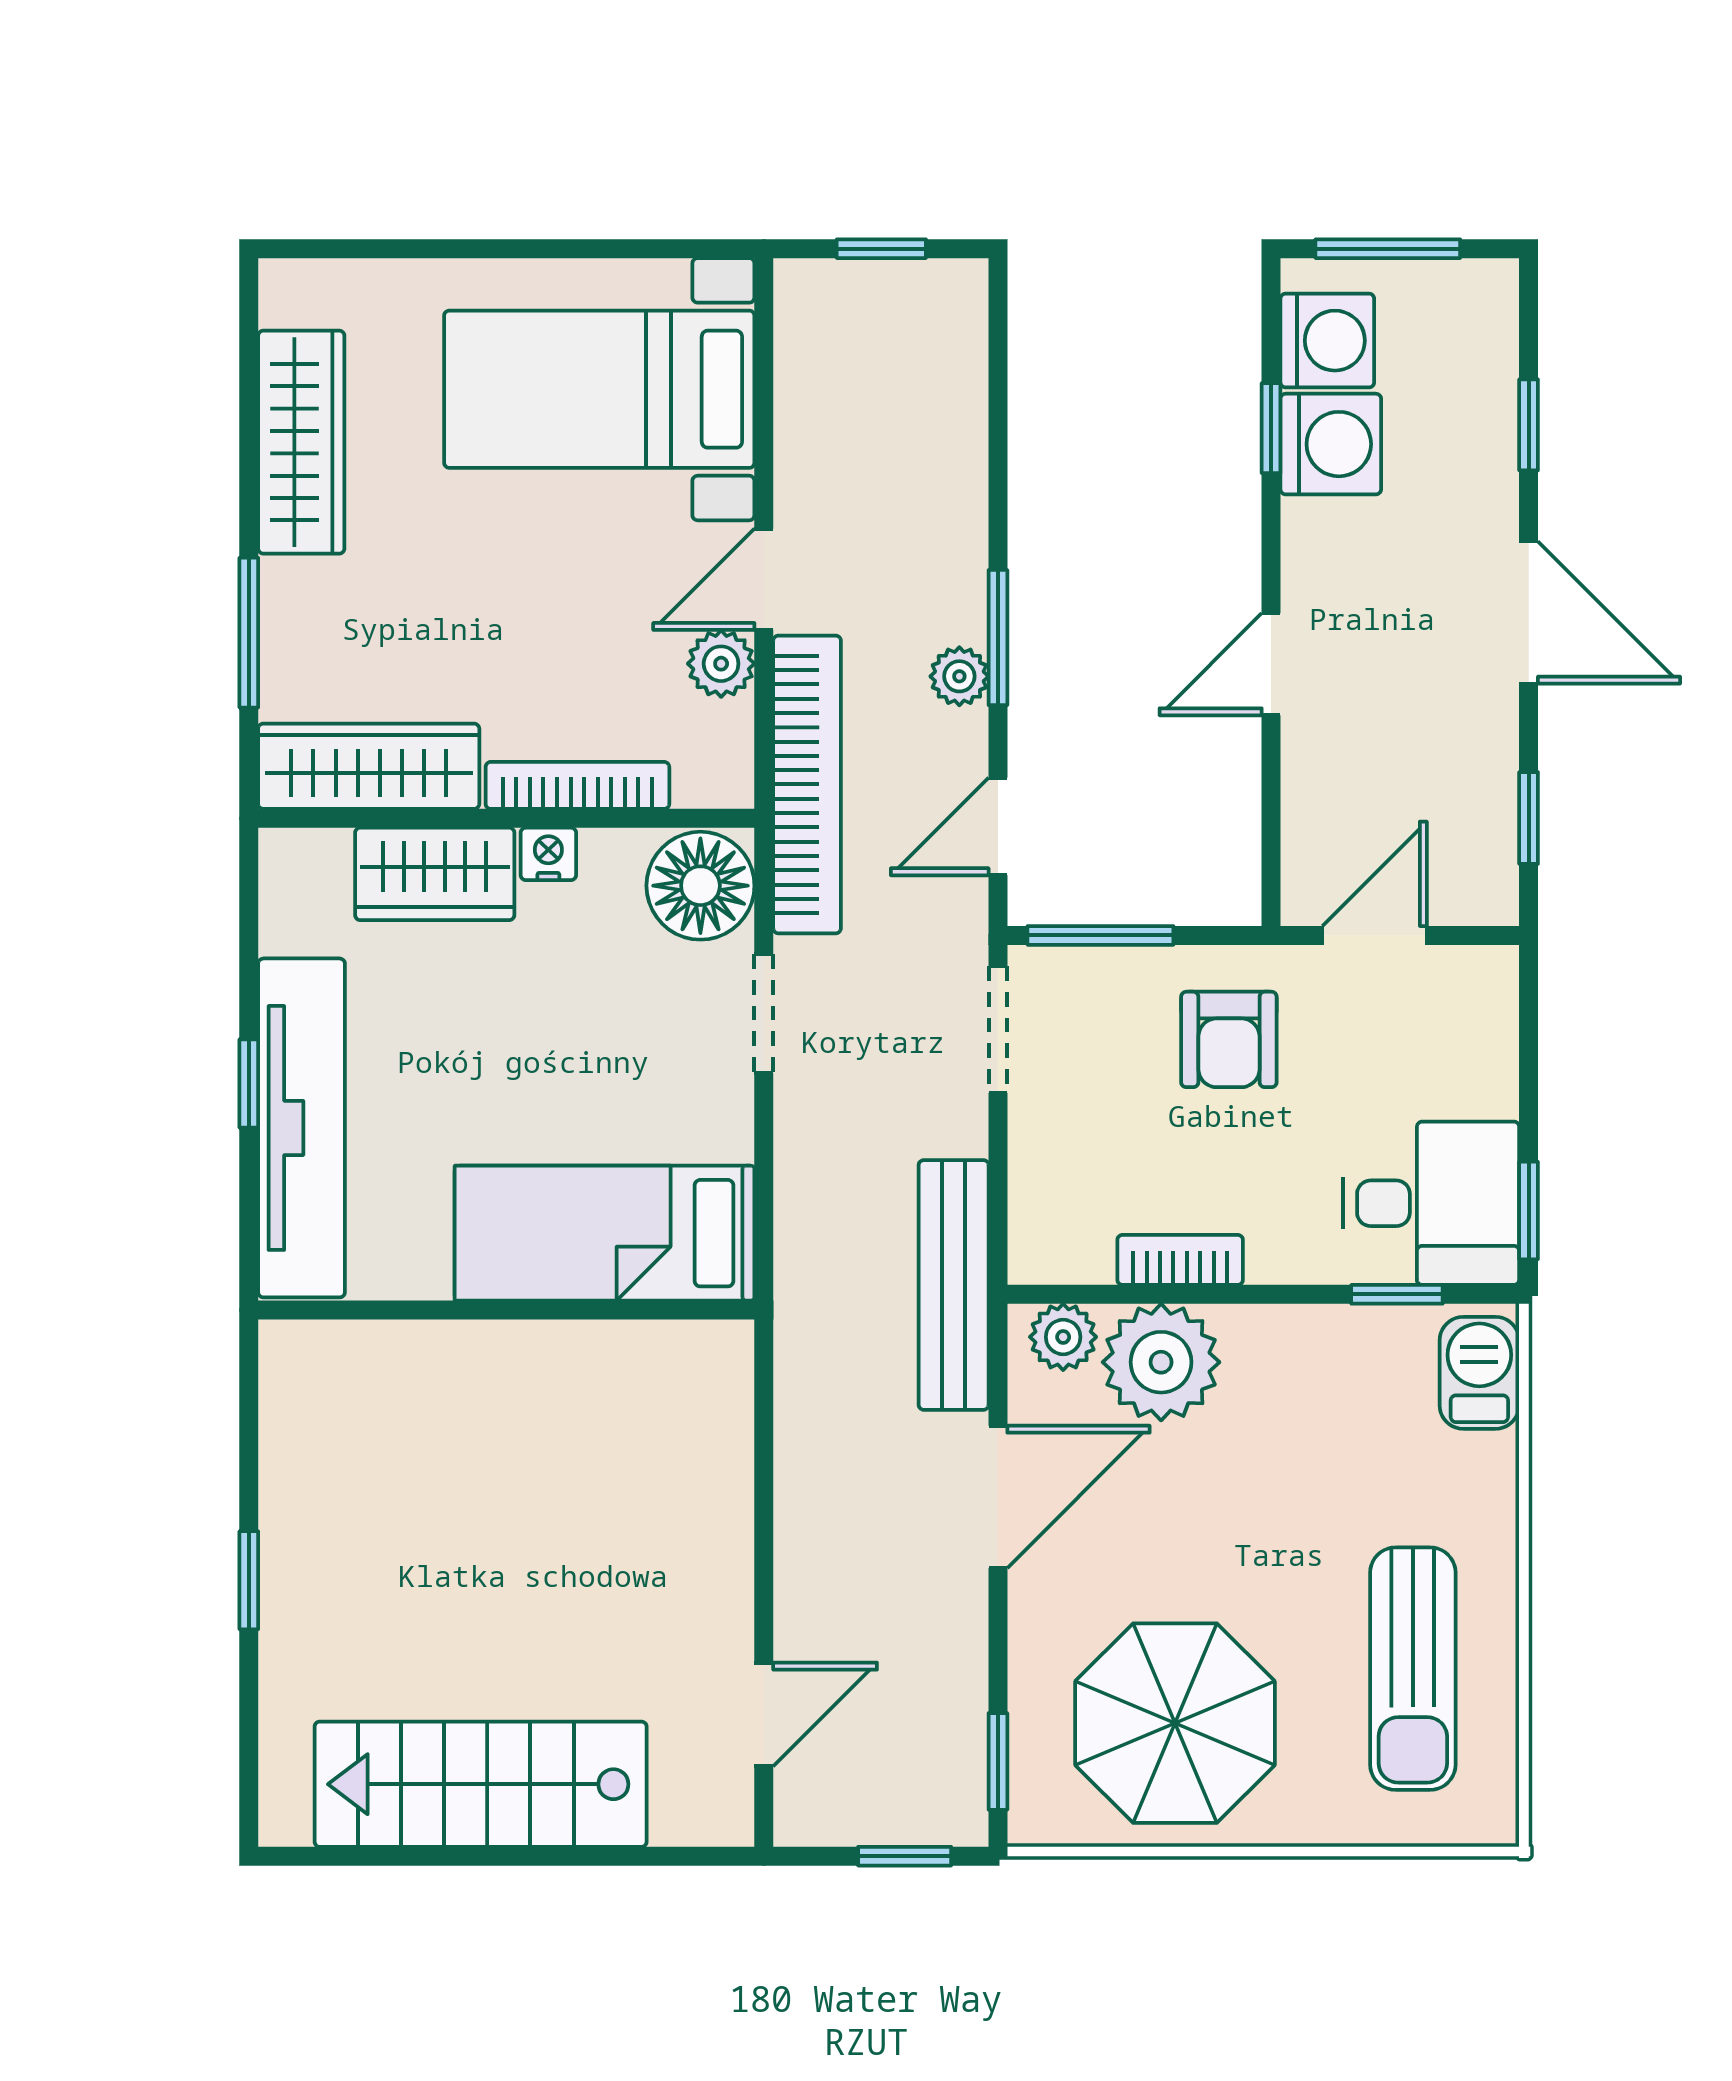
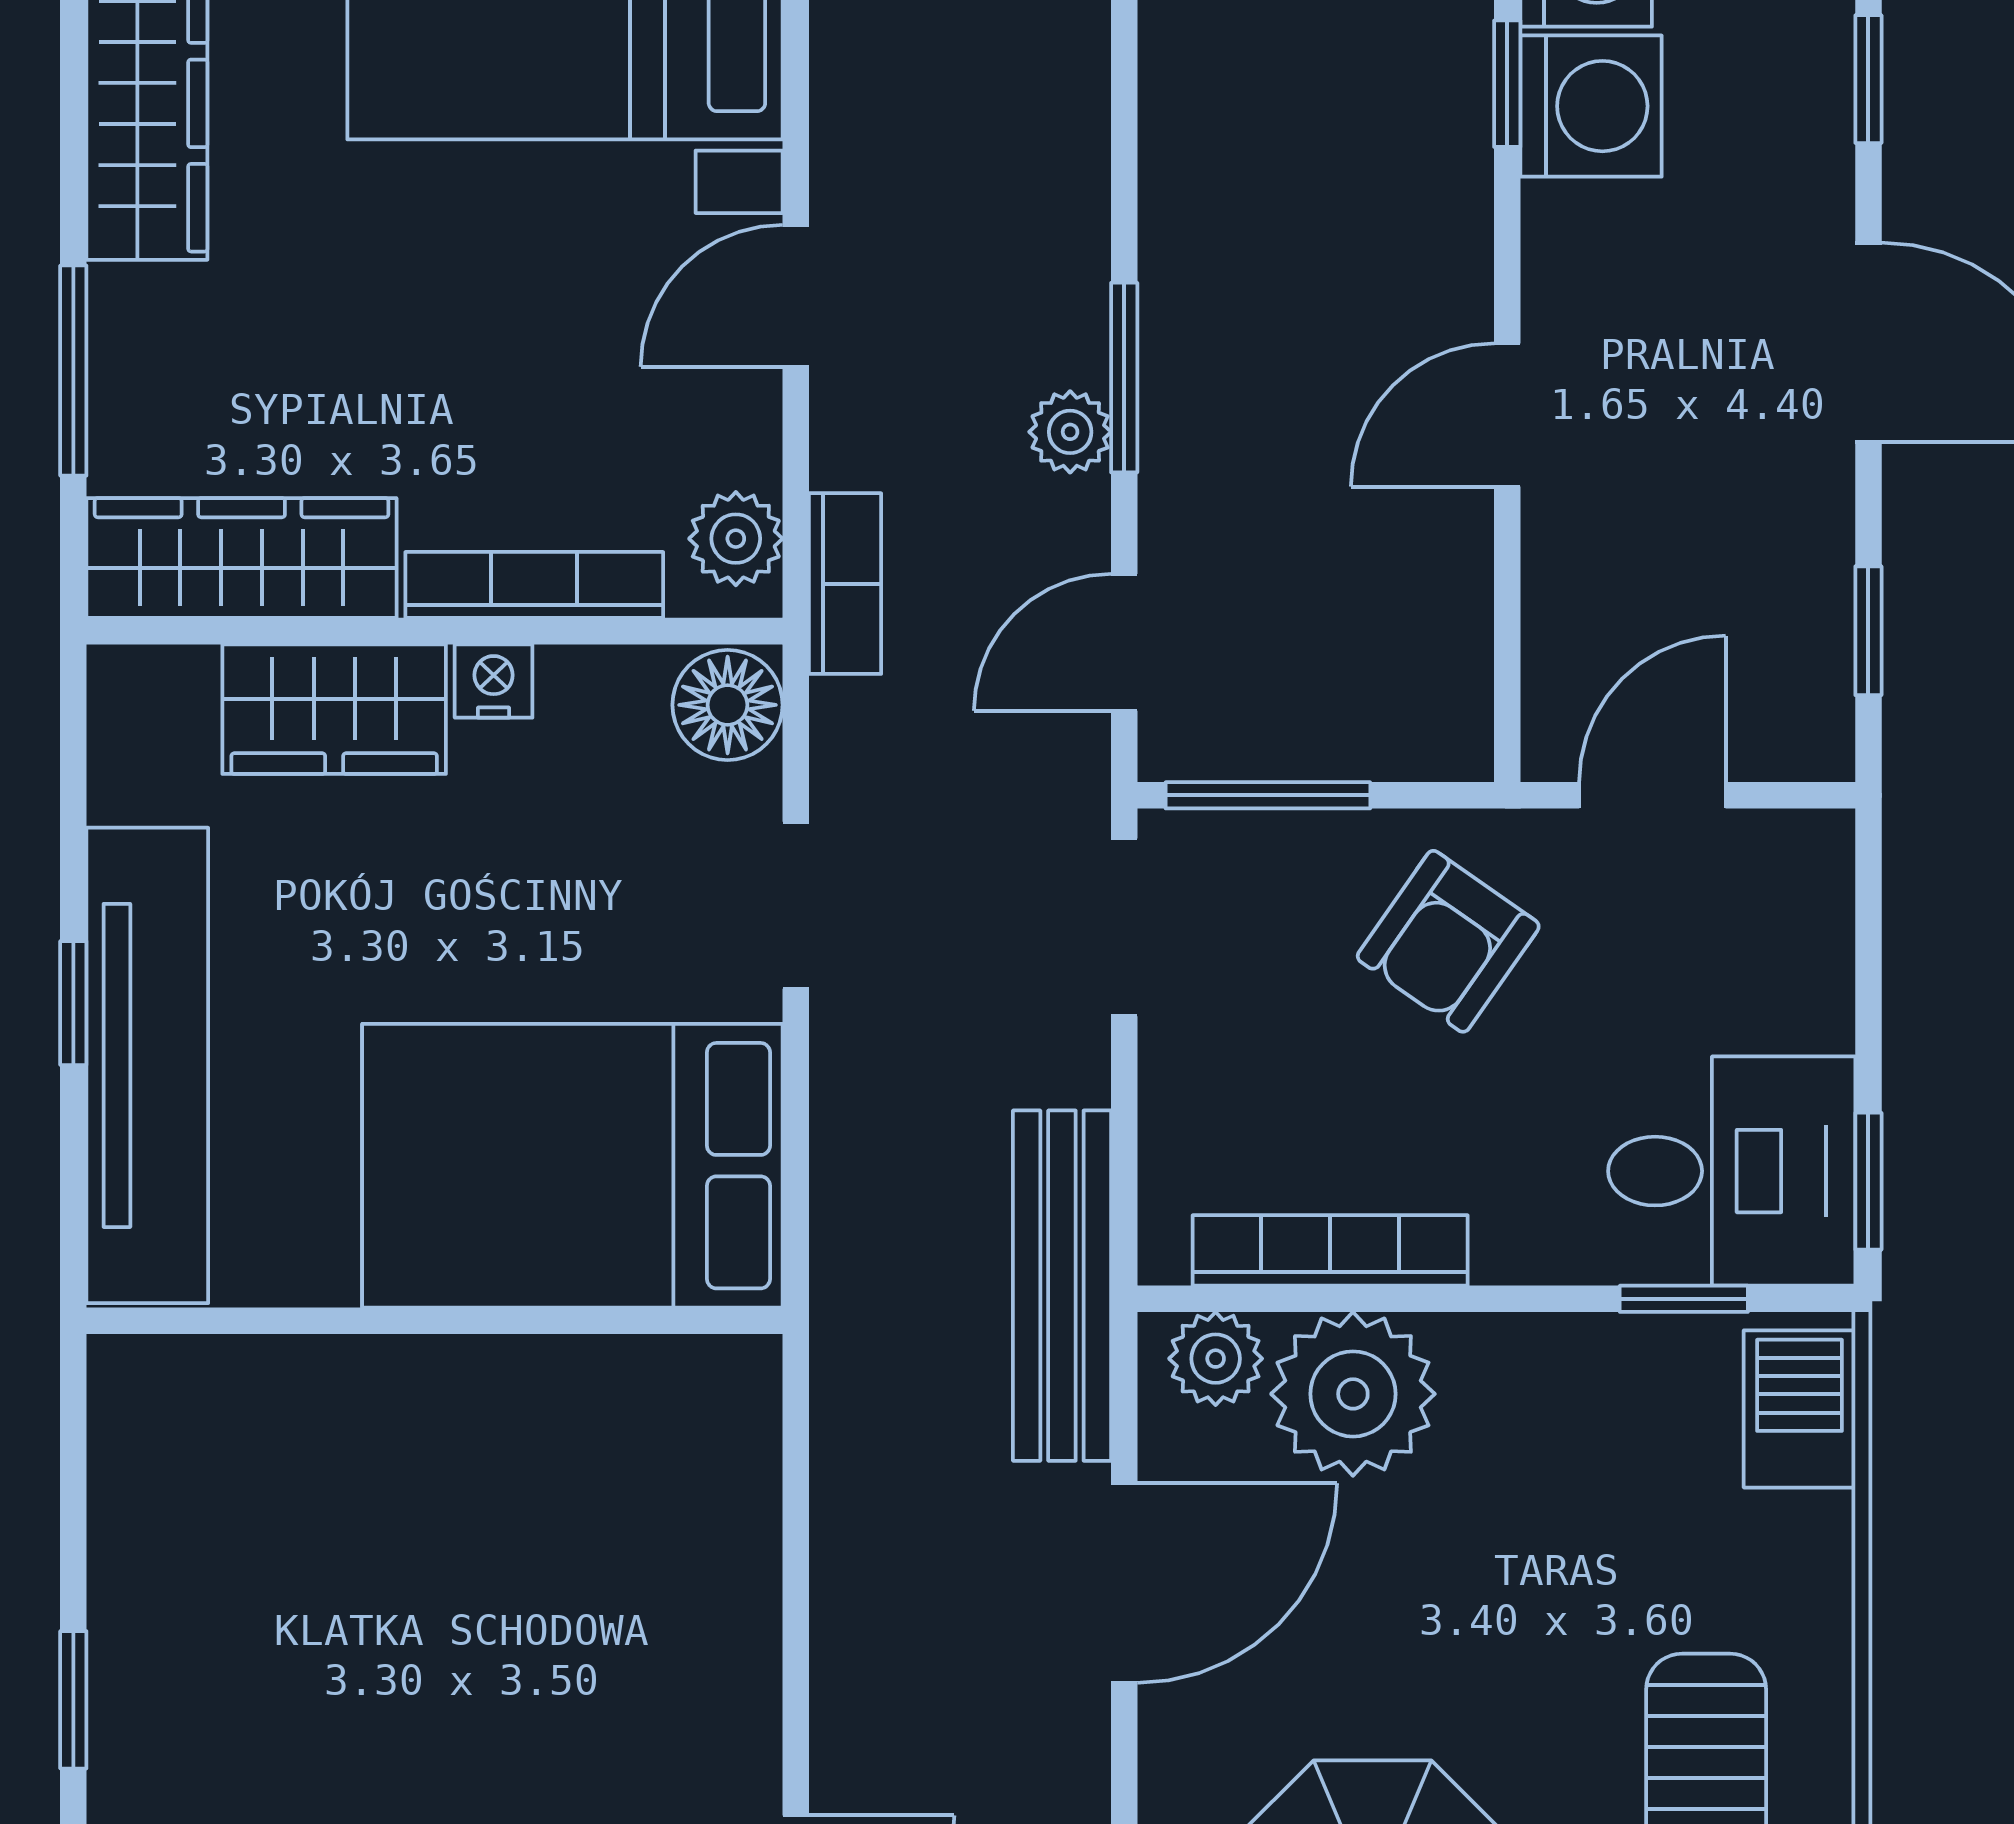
plant: (721, 664) -> (736, 539), moved
bookcase: (807, 784) -> (845, 584), width x0.43, depth x0.76
floor lamp: (700, 886) -> (728, 705), width x0.73, depth x0.73
armchair: (1229, 1039) -> (1448, 941), turned 35
bed: (605, 1233) -> (572, 1166), width x1.50
bookcase: (1180, 1260) -> (1330, 1250), width x1.56

